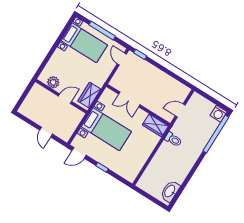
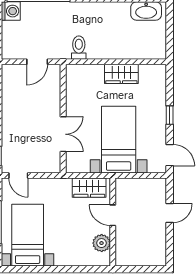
door: (122, 59) -> (18, 176), hinge flipped
door: (180, 110) -> (37, 62), hinge flipped
wardrobe: (155, 125) -> (121, 74), moved, turned 90

